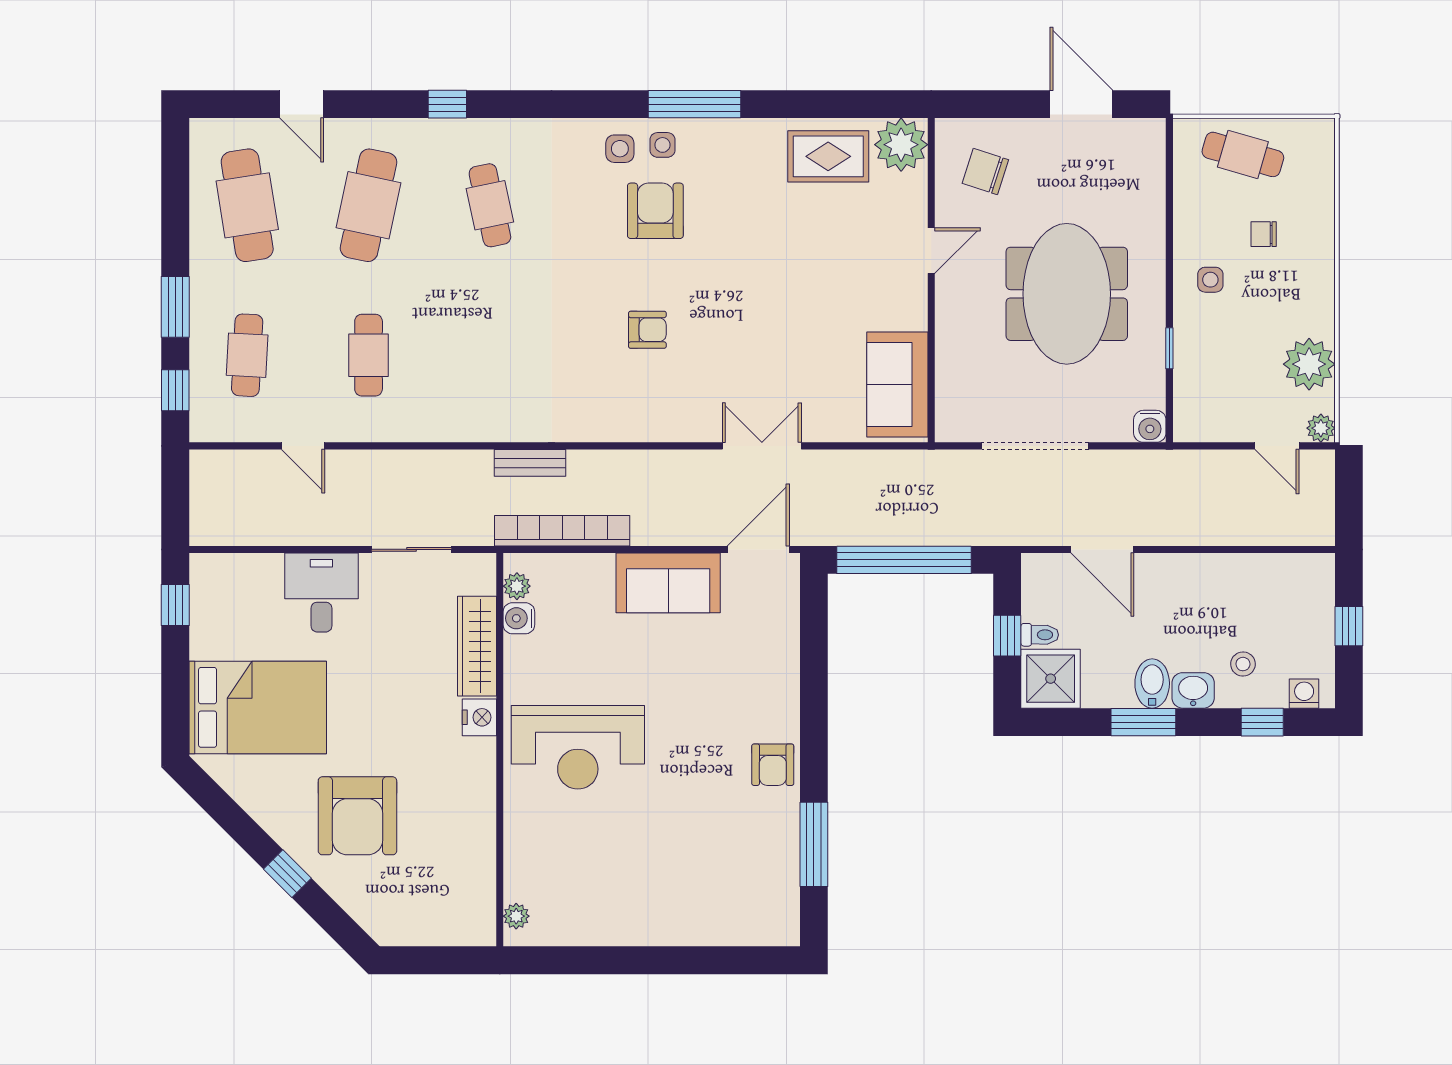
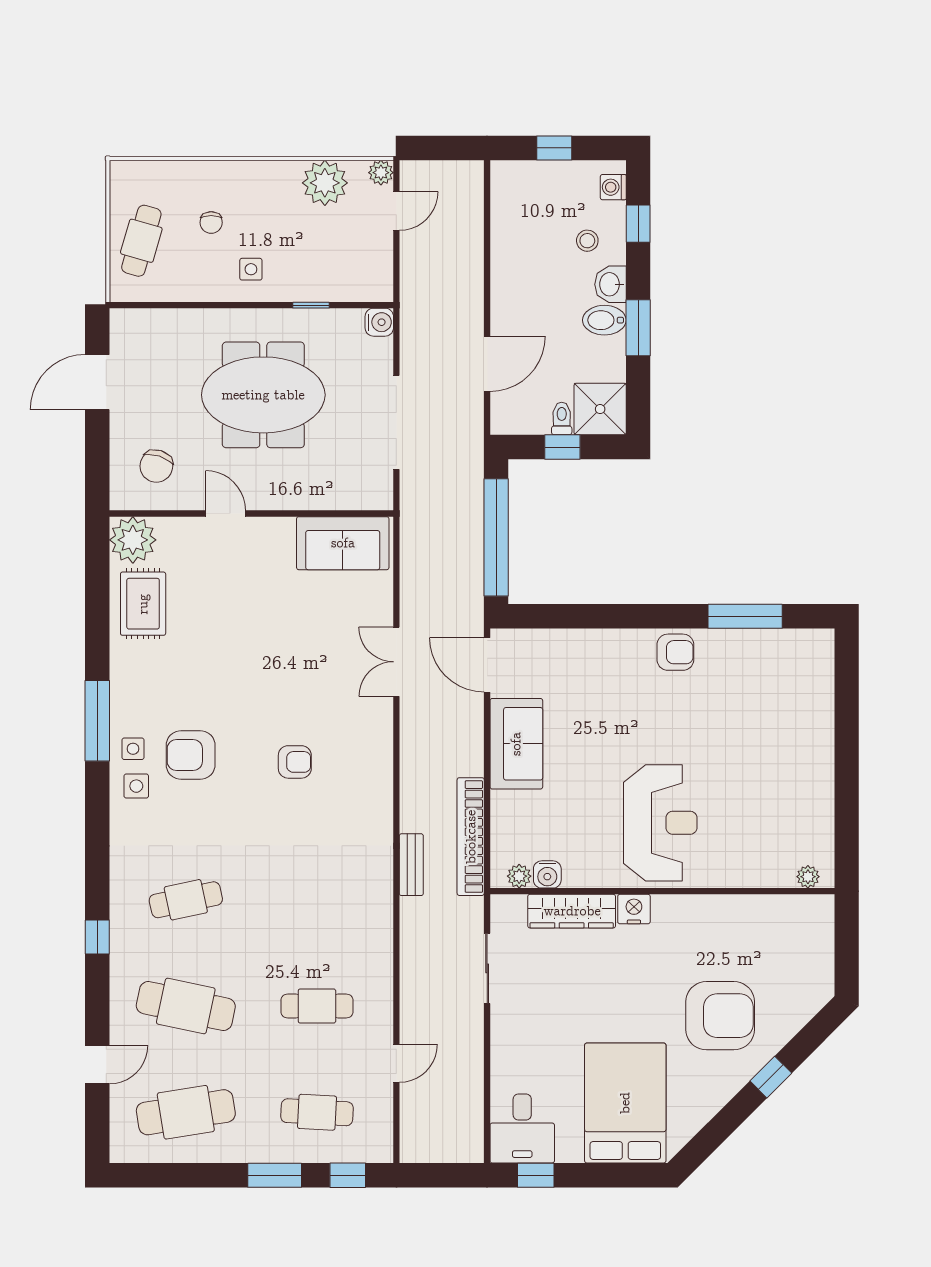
armchair: (647, 330) -> (295, 762), turned 90
desk: (321, 593) -> (522, 1128), moved, turned -90

